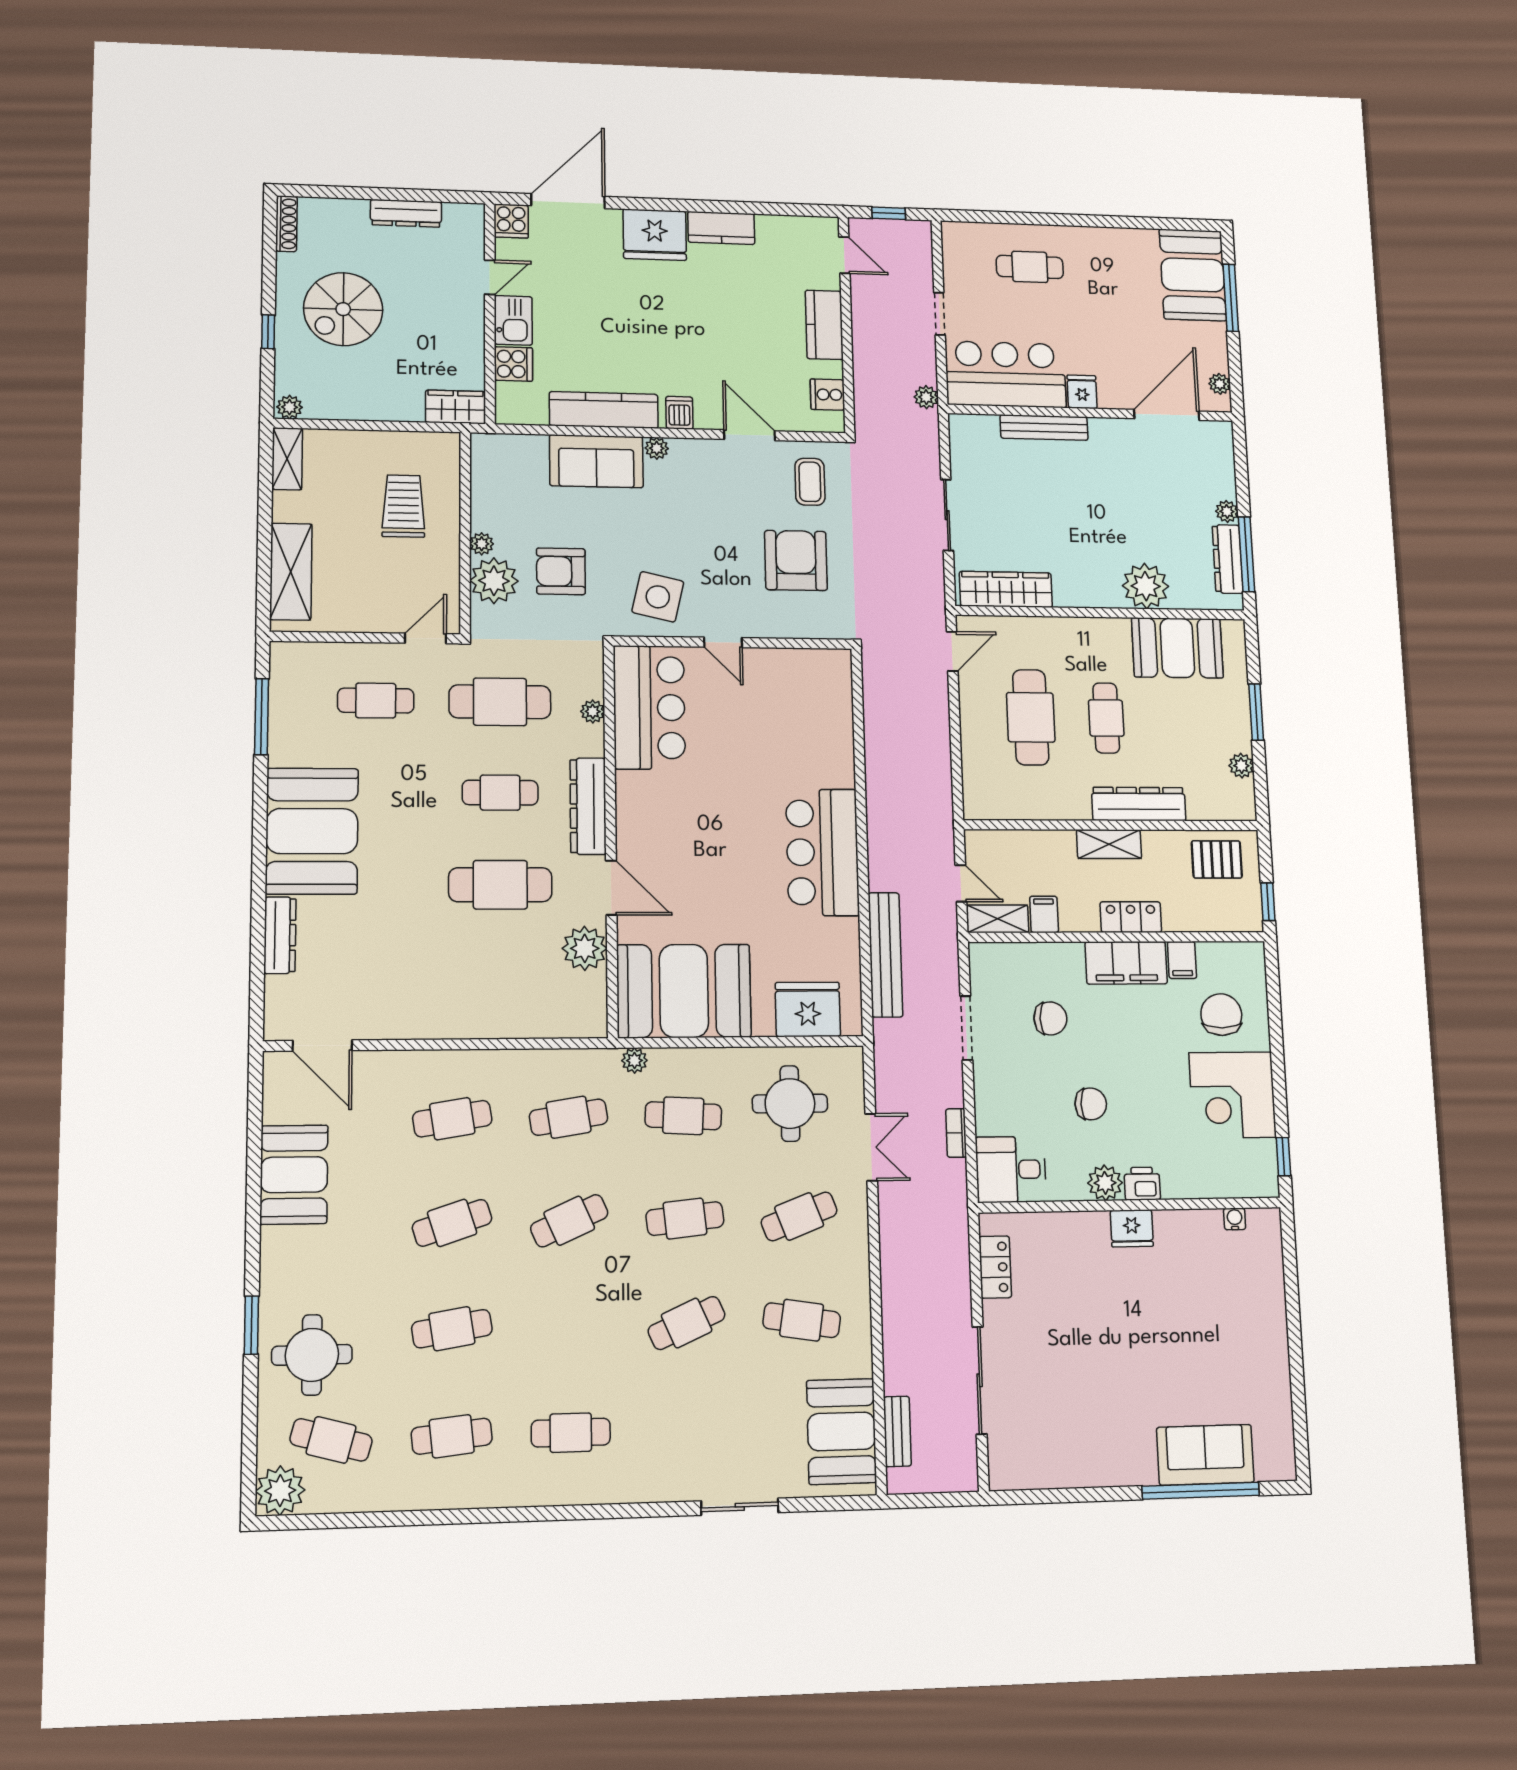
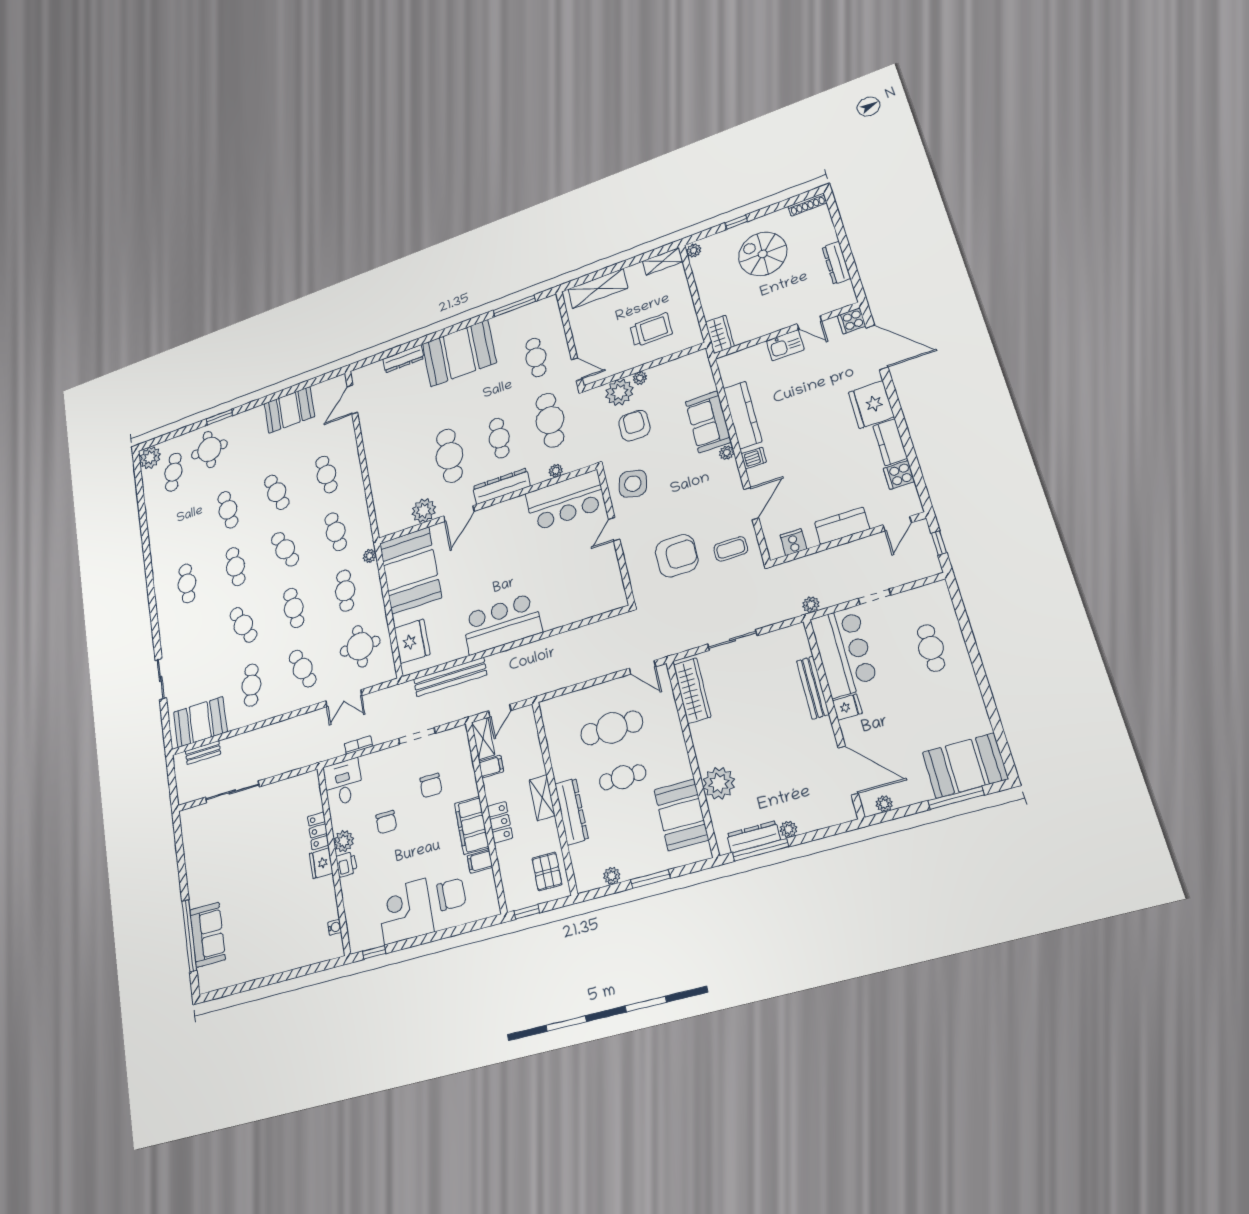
cooker: (513, 364) -> (899, 475), moved, turned 90
locker: (995, 1267) -> (318, 831), moved, turned 90
cafe table: (452, 1436) -> (236, 566), moved

